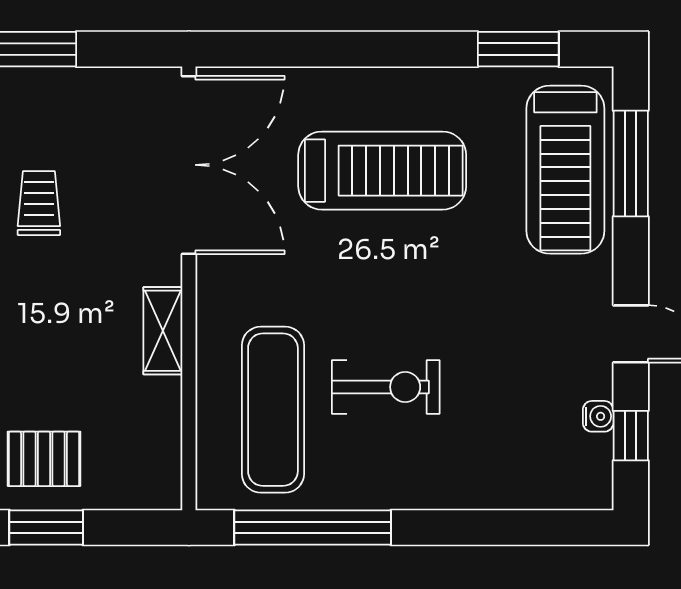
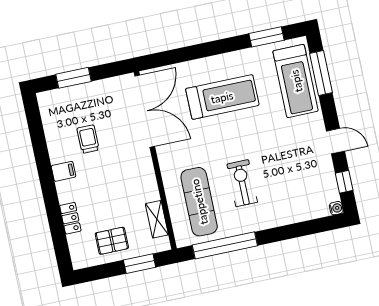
shelving: (163, 331) -> (157, 219), moved
exercise bike: (386, 387) -> (242, 183), turned -90
water cooler: (598, 416) -> (336, 208), moved
window: (46, 527) -> (140, 264), moved

